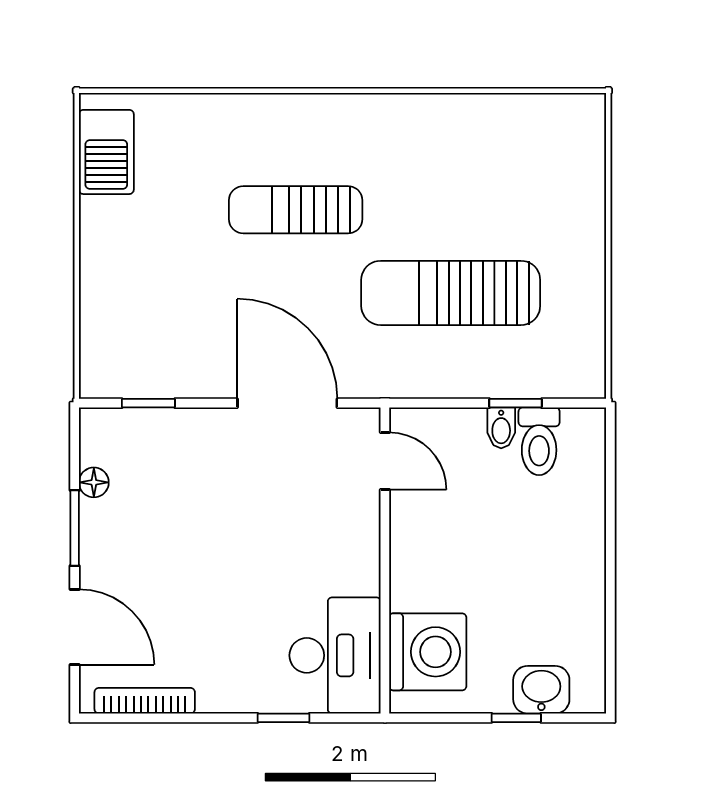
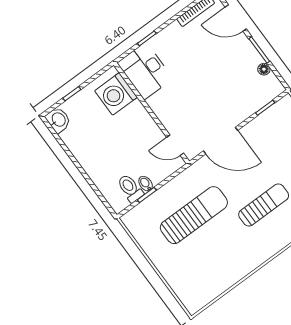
washbasin: (541, 690) -> (58, 120), moved, turned -90

